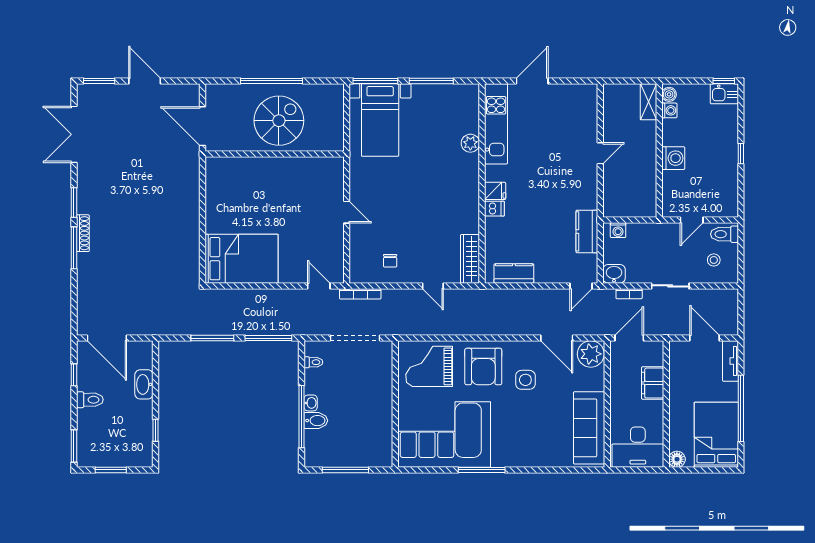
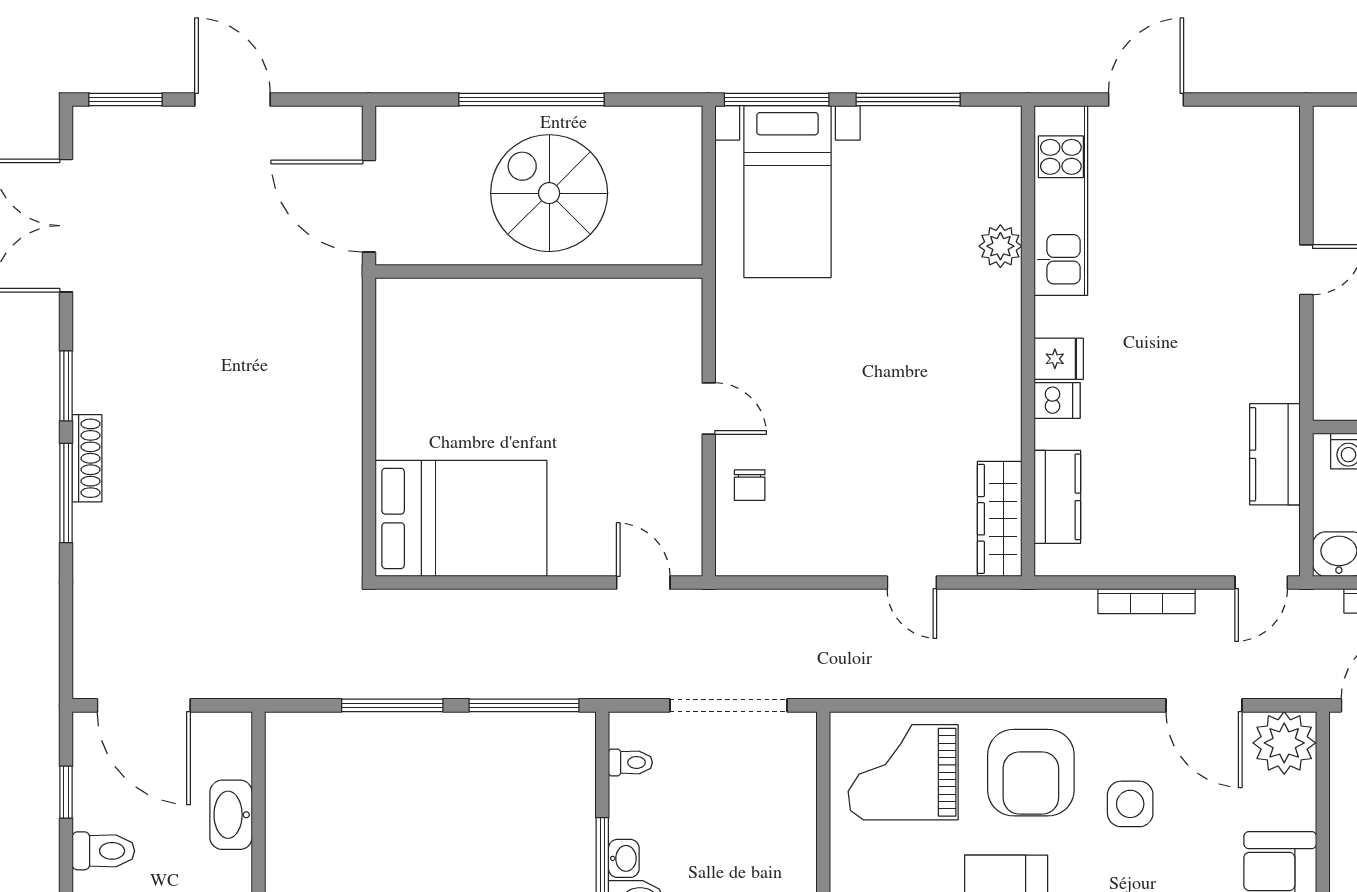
spiral stairs: (279, 121) -> (549, 193), turned -90
chair: (390, 261) -> (750, 485), moved
kitchen counter: (514, 273) -> (1057, 497), moved, turned 90
bookcase: (360, 294) -> (1147, 601), moved

